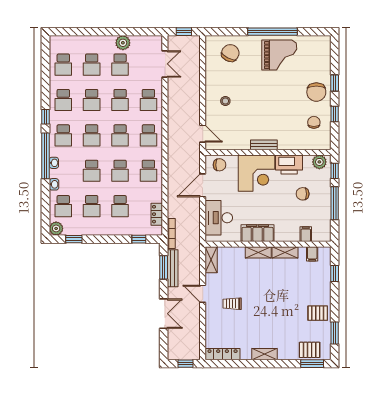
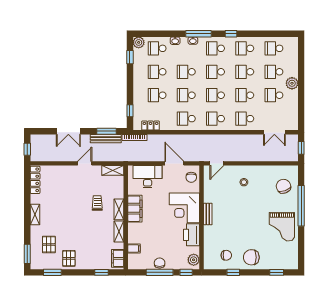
window: (273, 32) -> (301, 206), moved
plant: (123, 43) -> (292, 83), moved
chair: (230, 53) -> (283, 186), turned -137
window: (335, 83) -> (277, 272), moved
window: (46, 156) -> (199, 34), width x0.68
chair: (303, 194) -> (160, 263), moved
filing cabinet: (312, 254) -> (118, 258), width x2.00
trolley: (232, 304) -> (97, 203), moved
pallet: (310, 350) -> (49, 244), moved

